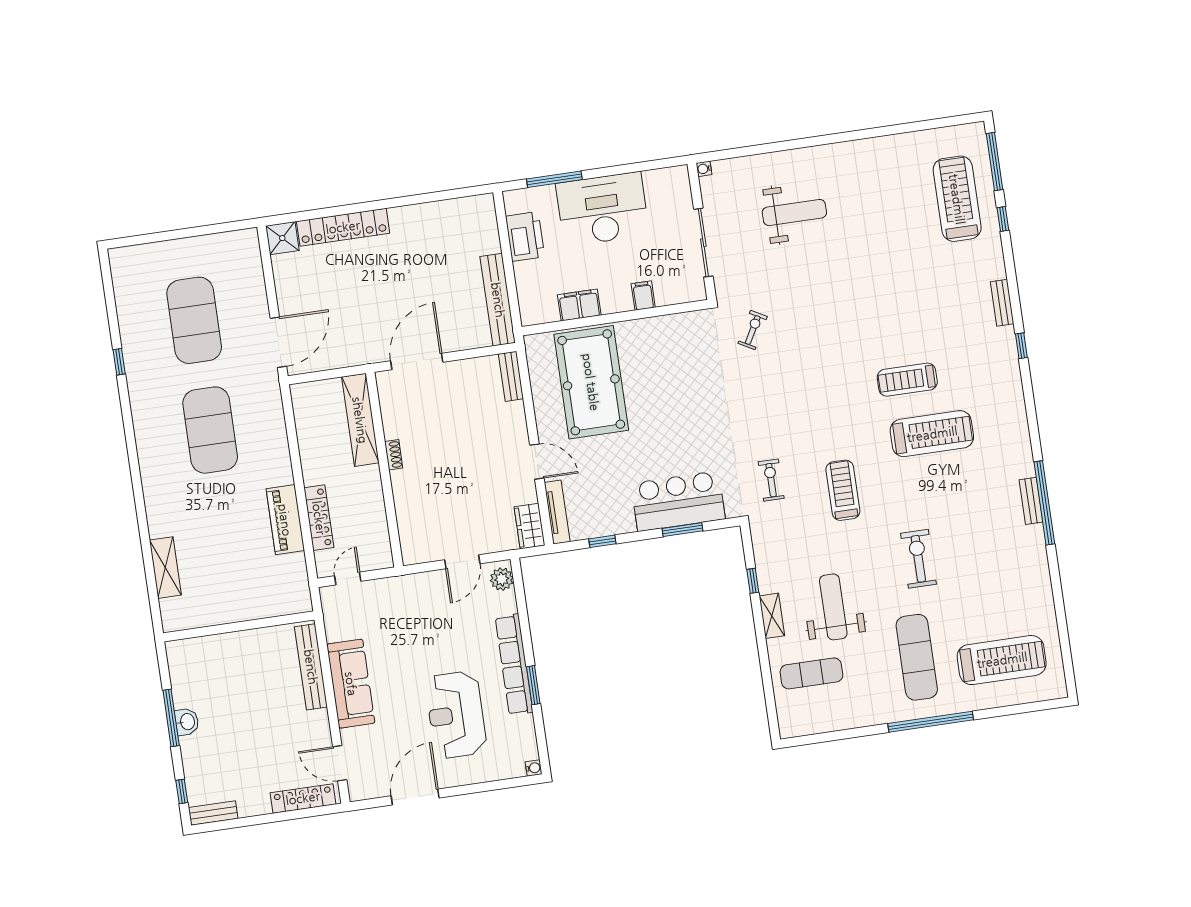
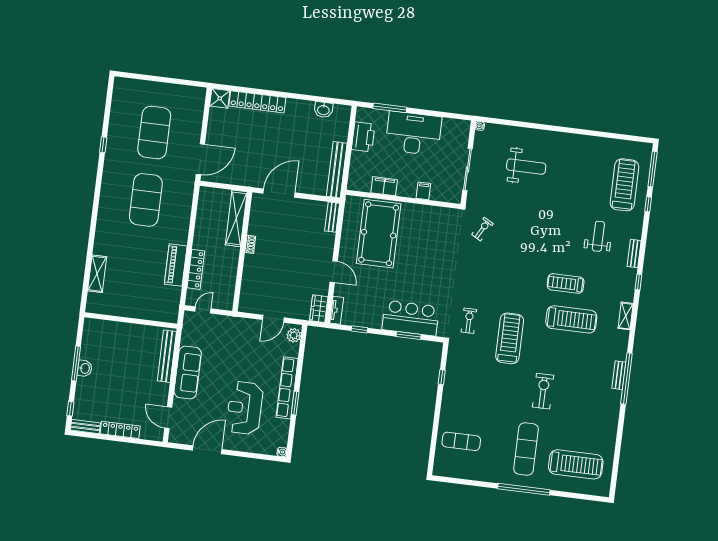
washbasin: (451, 211) -> (323, 110), added
treadmill: (843, 490) -> (510, 338), width x1.37, depth x1.38
tv unit: (557, 512) -> (337, 310), width x0.71
weight bench: (833, 607) -> (598, 236), moved, width x0.73, depth x0.75
shelving: (772, 616) -> (626, 316), moved
locker: (303, 798) -> (120, 430), moved

